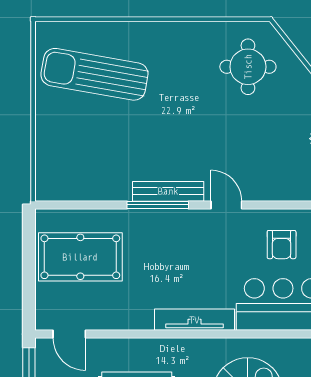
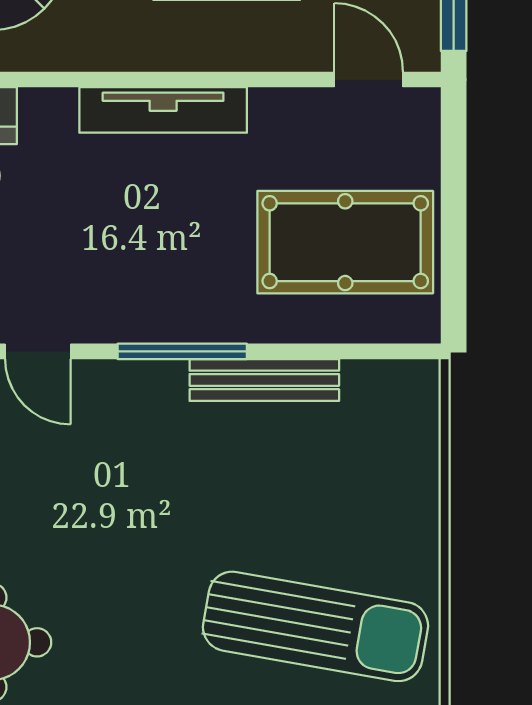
bench: (168, 191) -> (264, 380), moved
tv unit: (194, 320) -> (163, 110), moved

